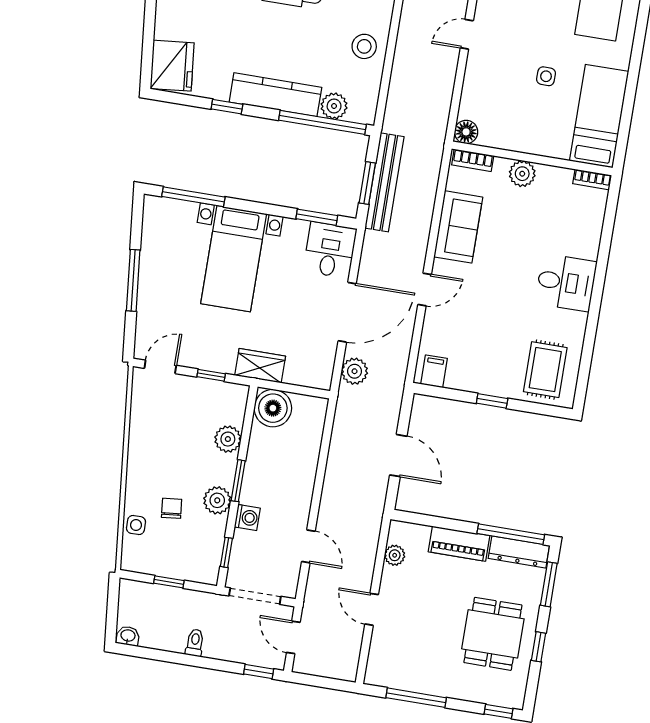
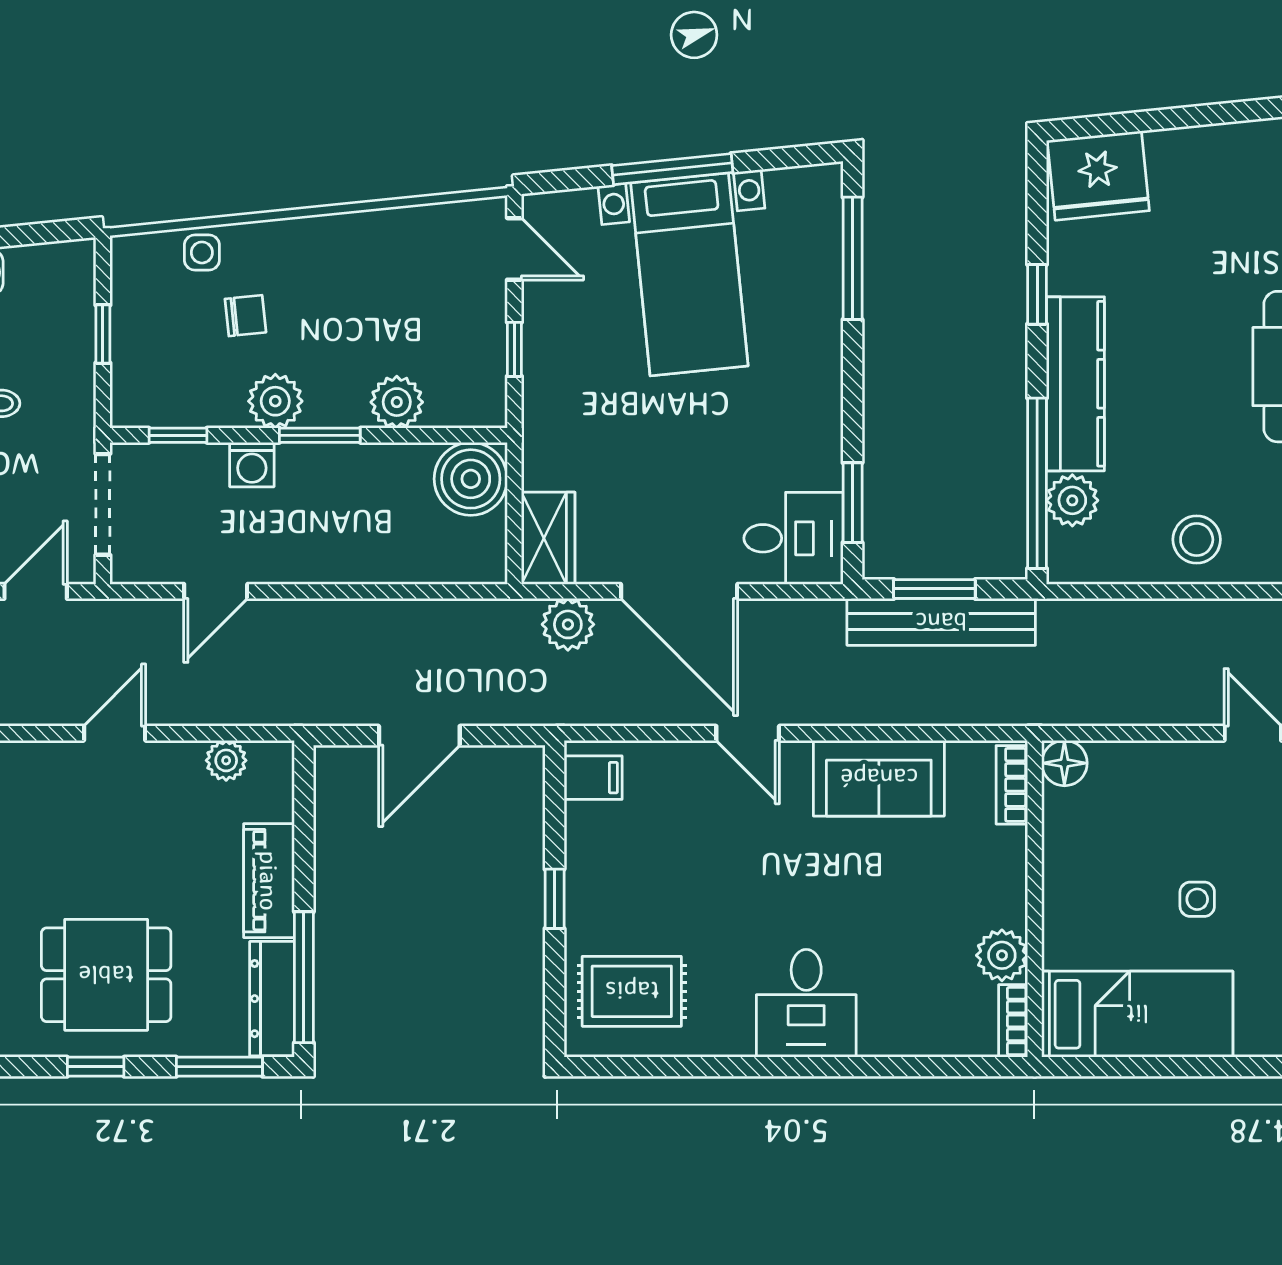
plant: (522, 174) -> (1002, 955), moved
bed with nightstands: (234, 259) -> (689, 274), moved, turned -96
wardrobe: (260, 366) -> (548, 538), moved

